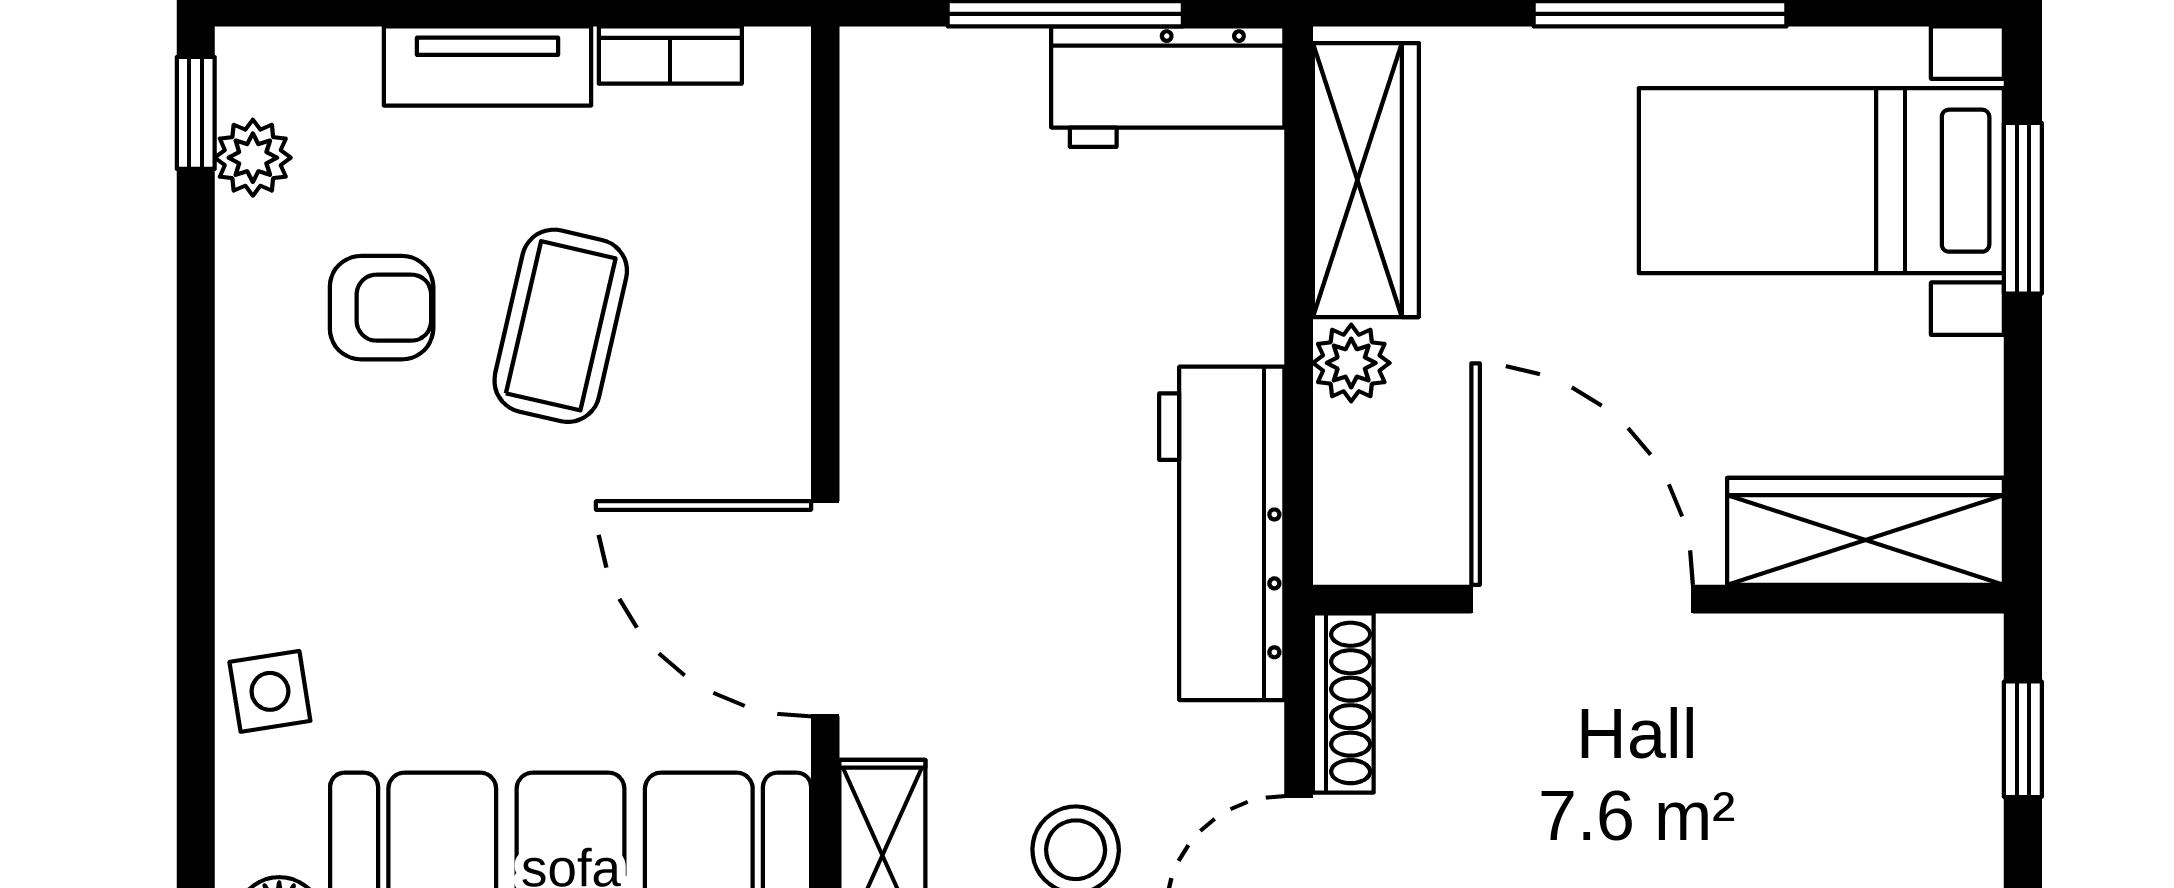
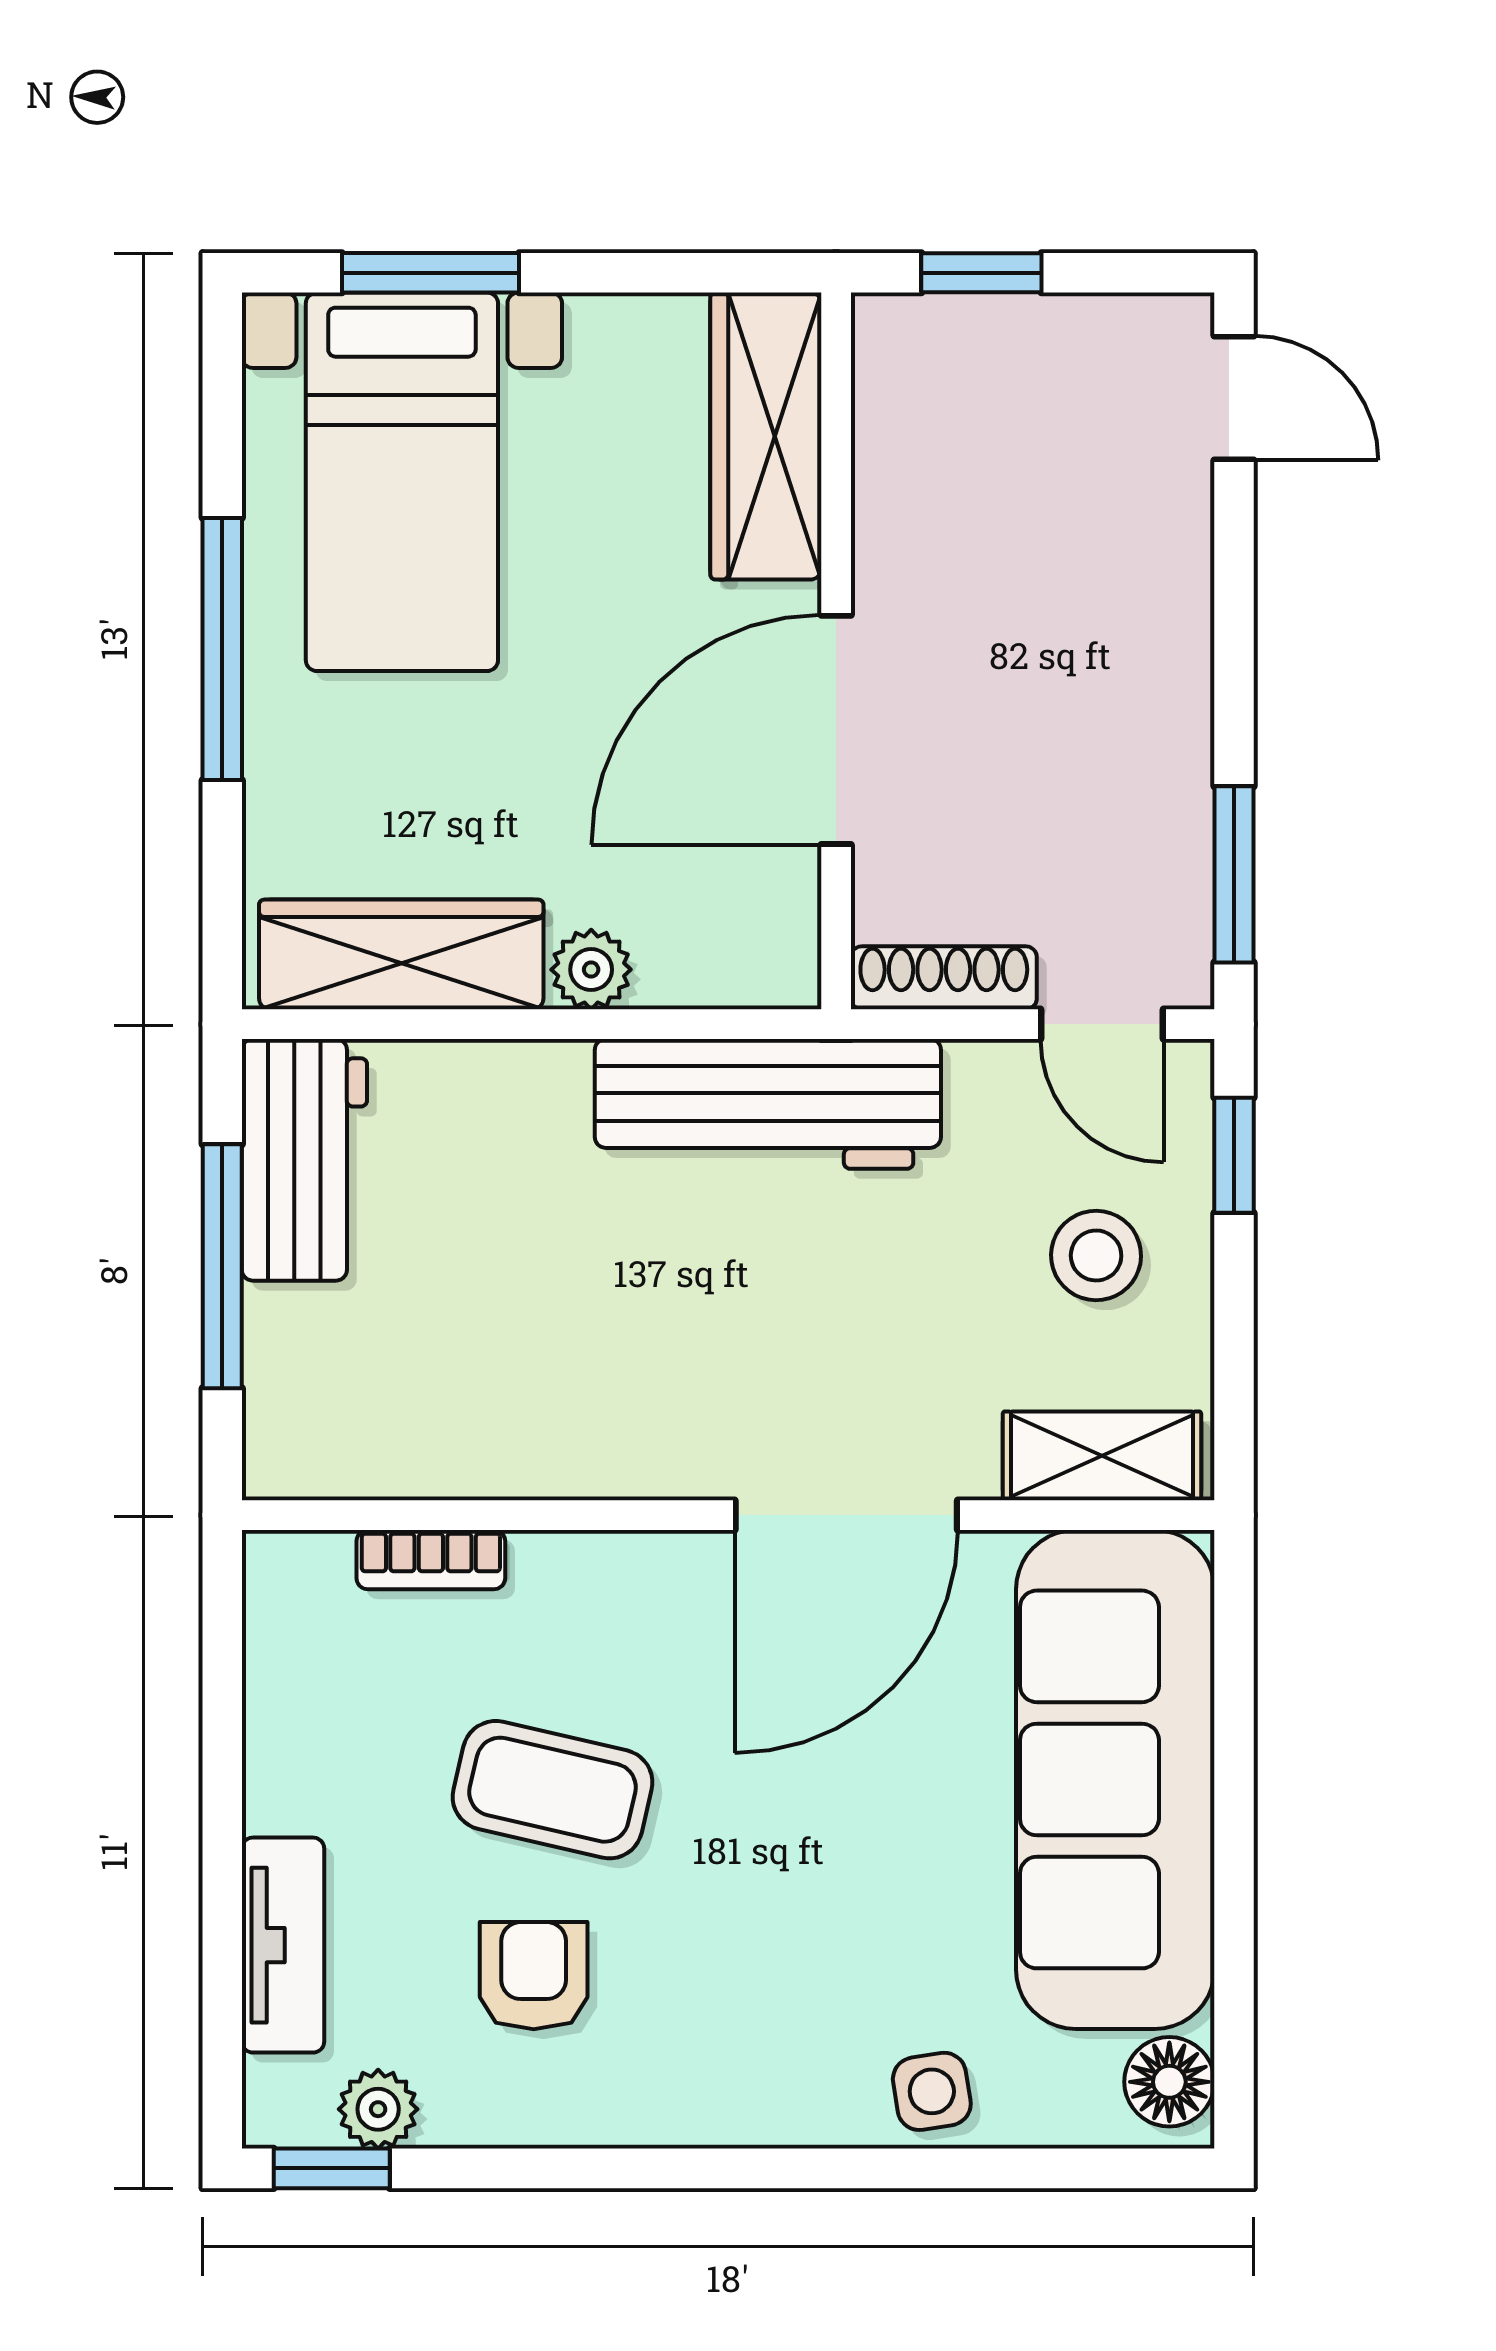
bookcase: (670, 55) -> (431, 1560), moved, turned 90
tv unit: (488, 66) -> (283, 1945), moved

